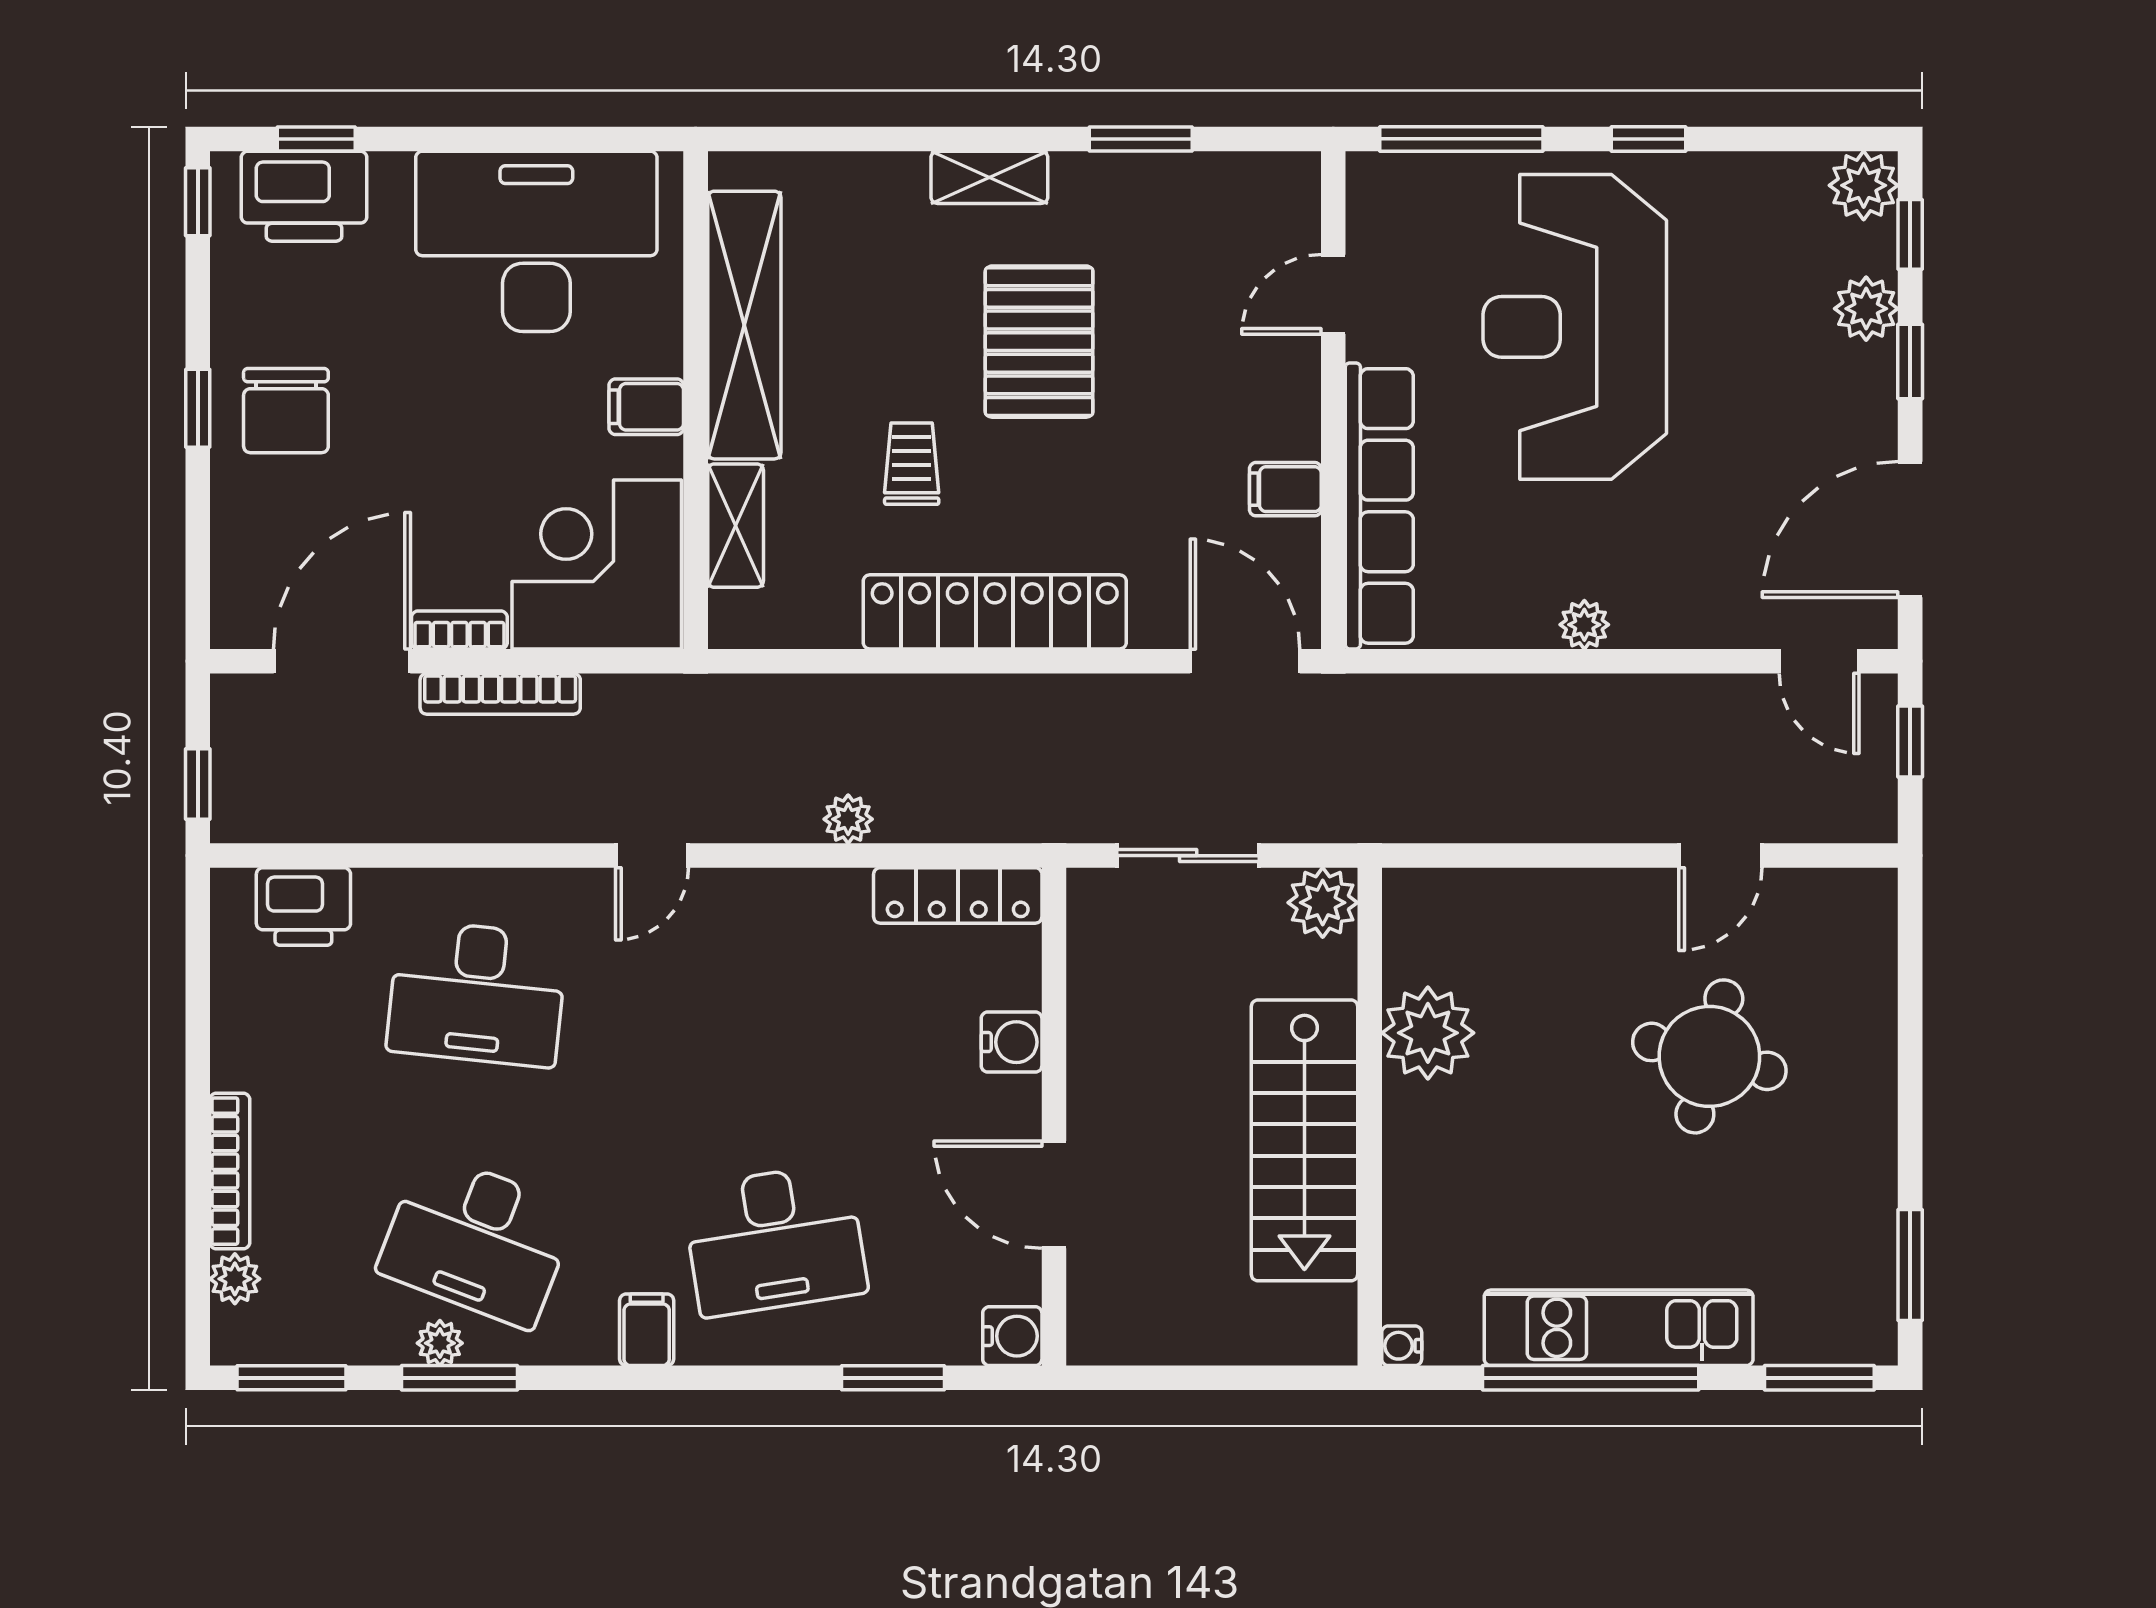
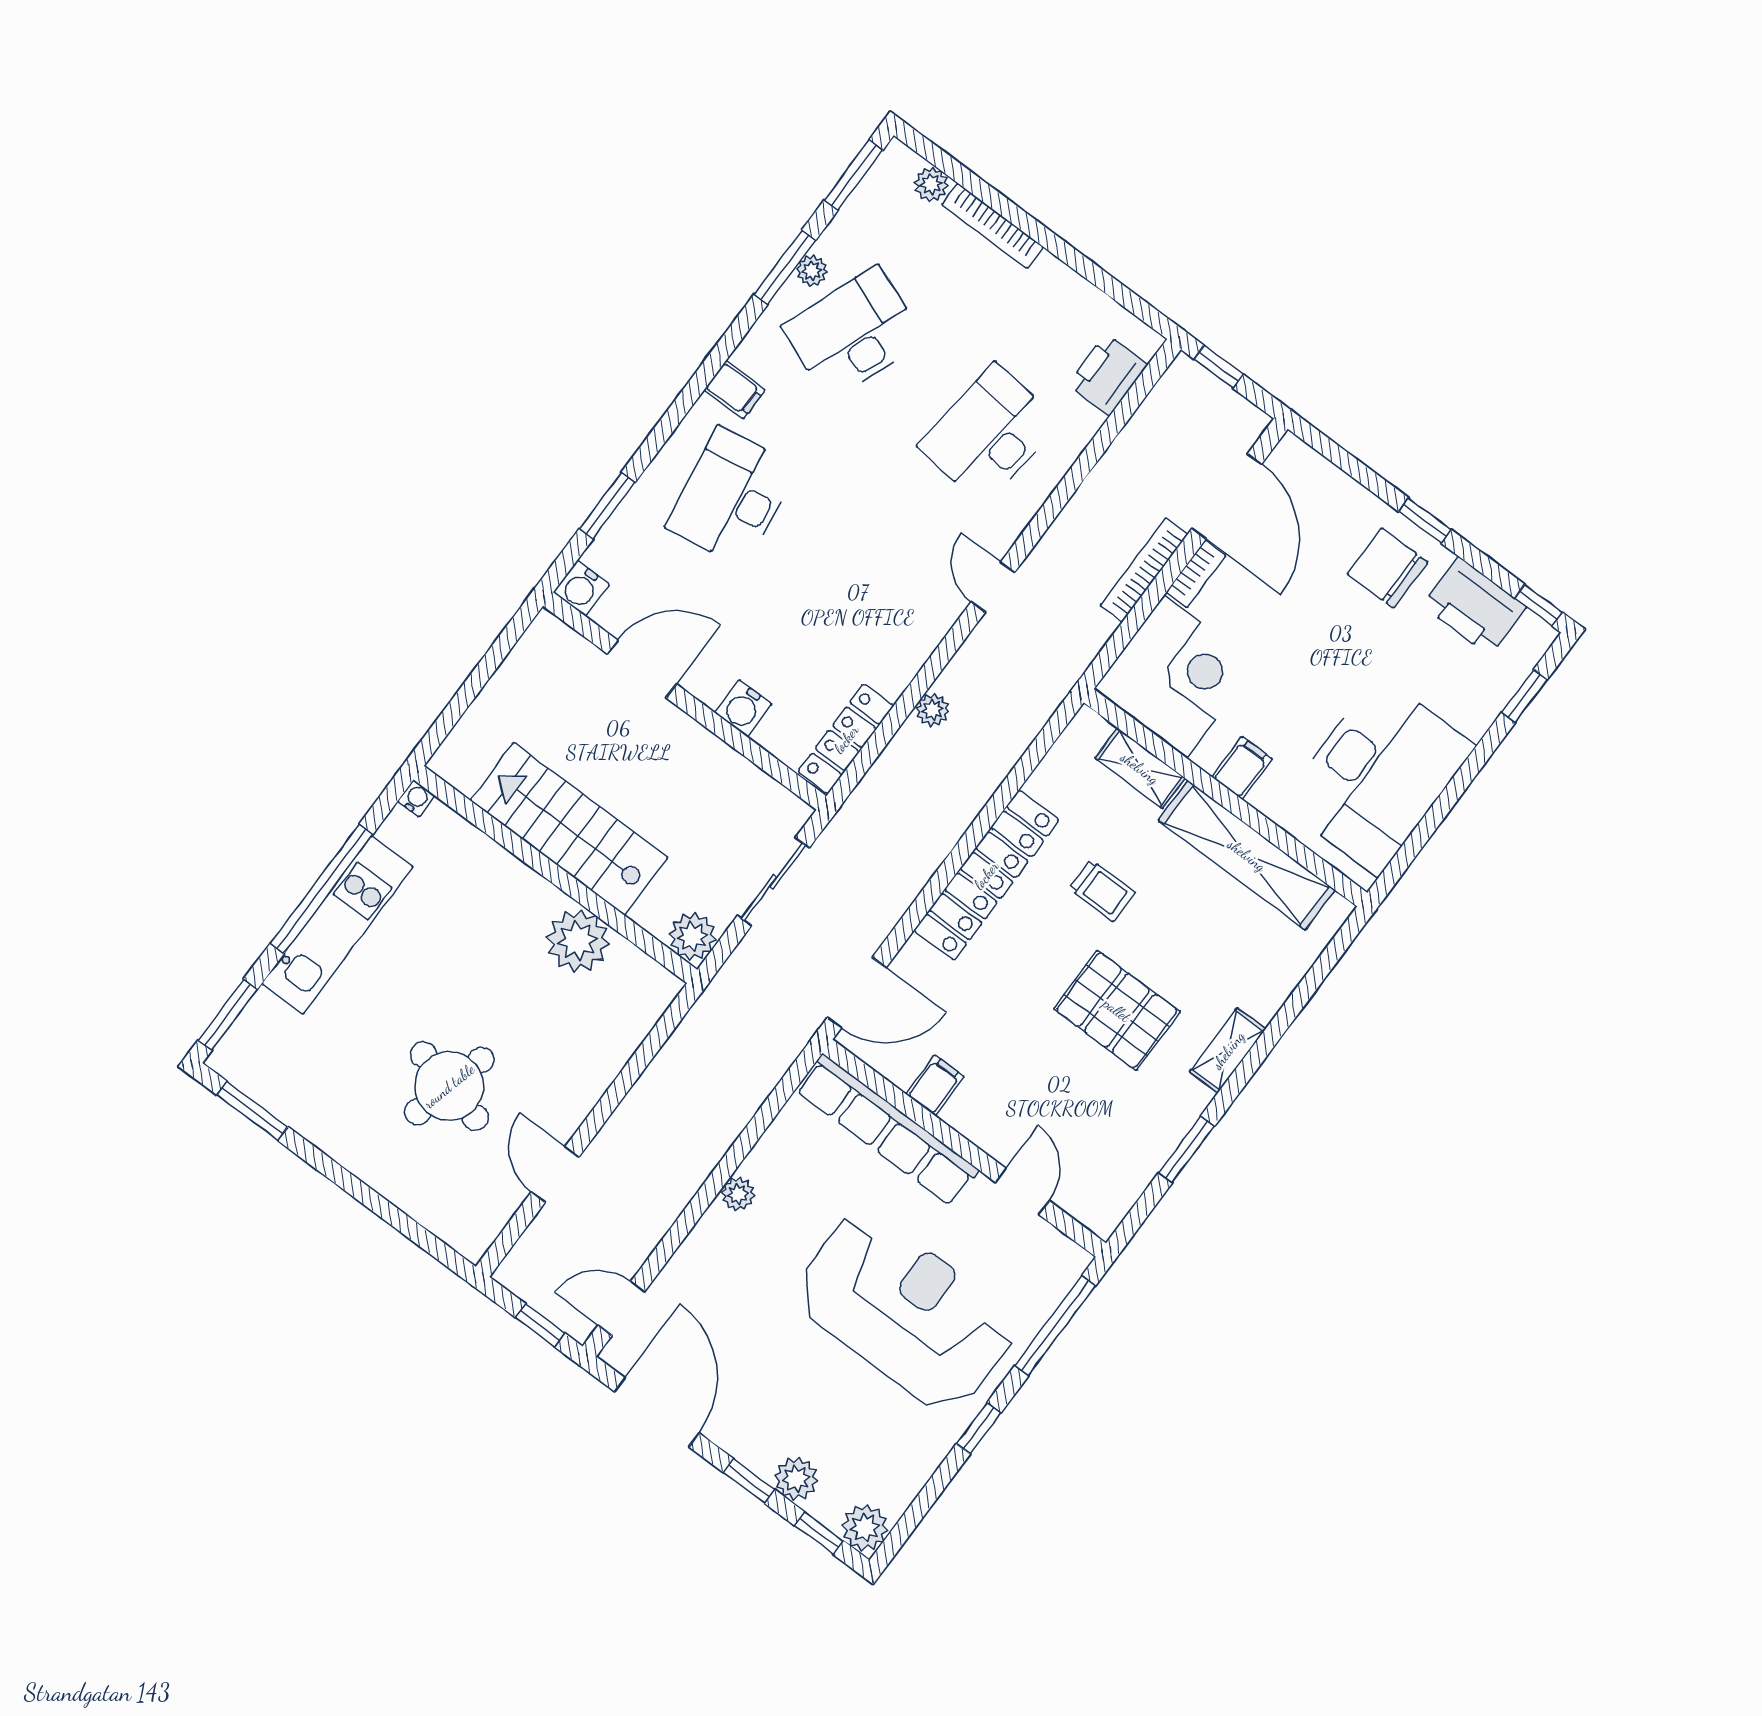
printer: (304, 196) -> (1474, 606), moved, turned -90

